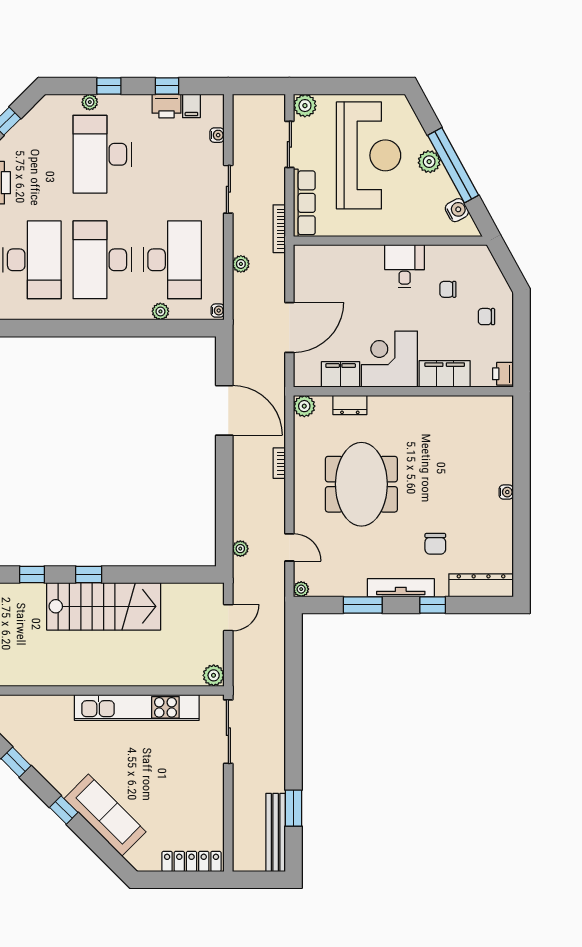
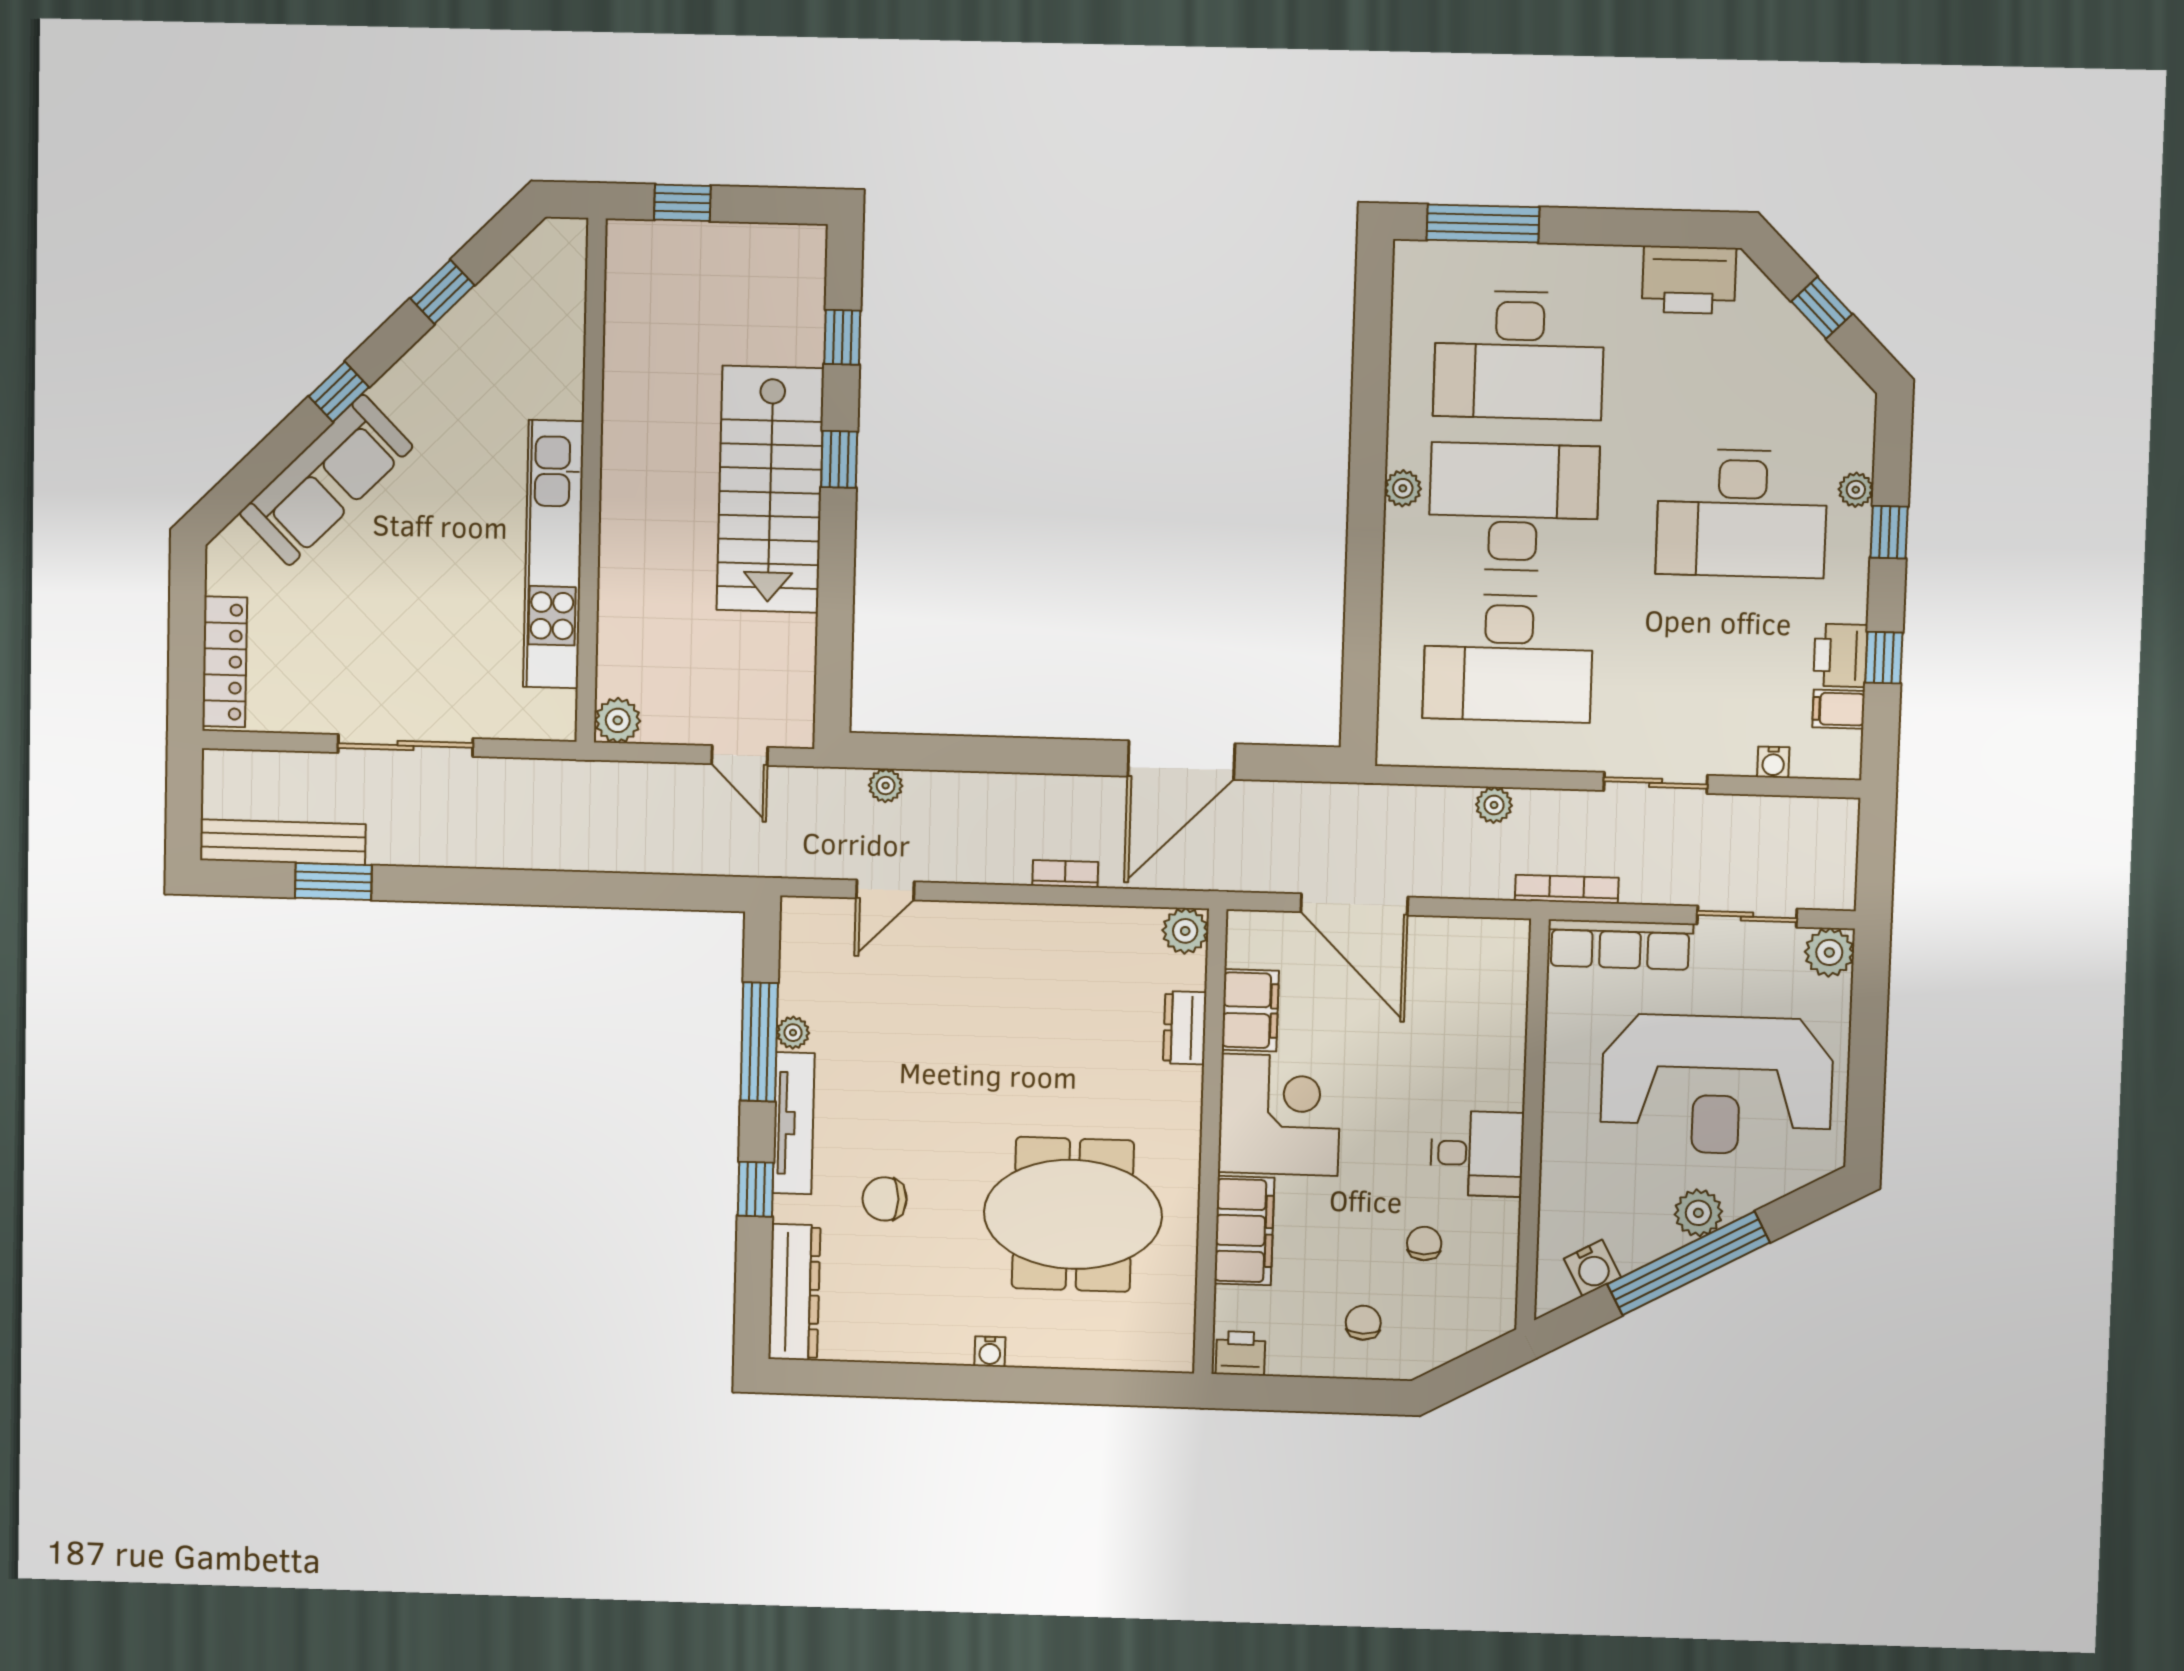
desk: (102, 154) -> (1742, 513), turned 180
plant: (160, 311) -> (1403, 488), moved
water cooler: (218, 311) -> (1396, 752), removed
meeting table: (361, 484) -> (1073, 1214), moved
plant: (301, 589) -> (793, 1033), moved
window: (363, 605) -> (759, 1042), width x1.44
sliding door: (228, 732) -> (405, 746), moved

